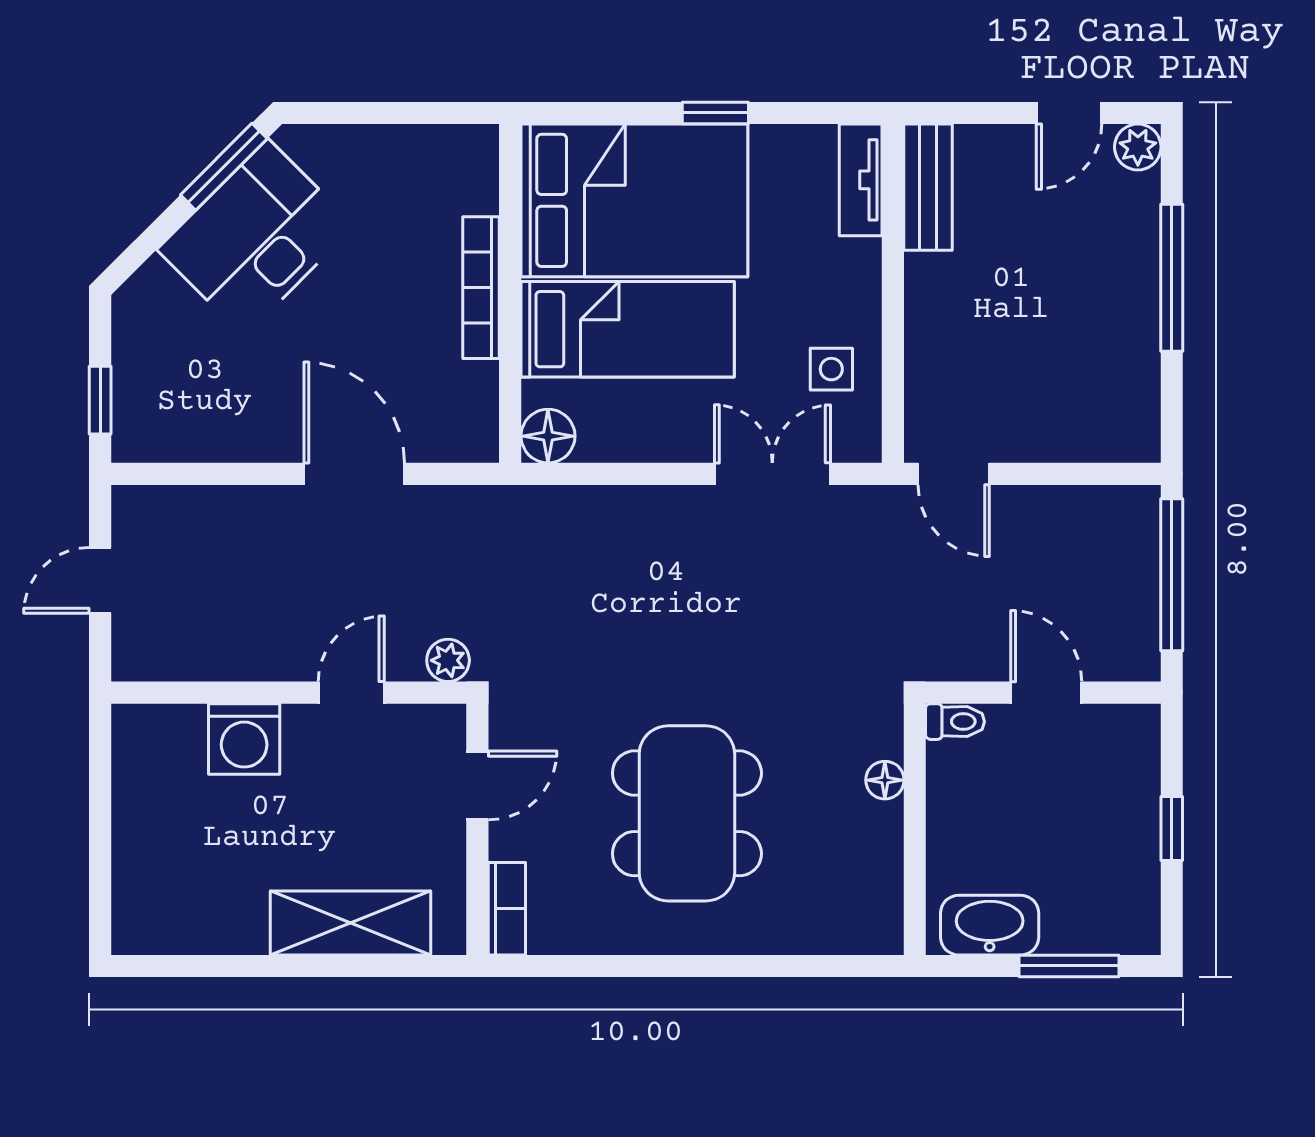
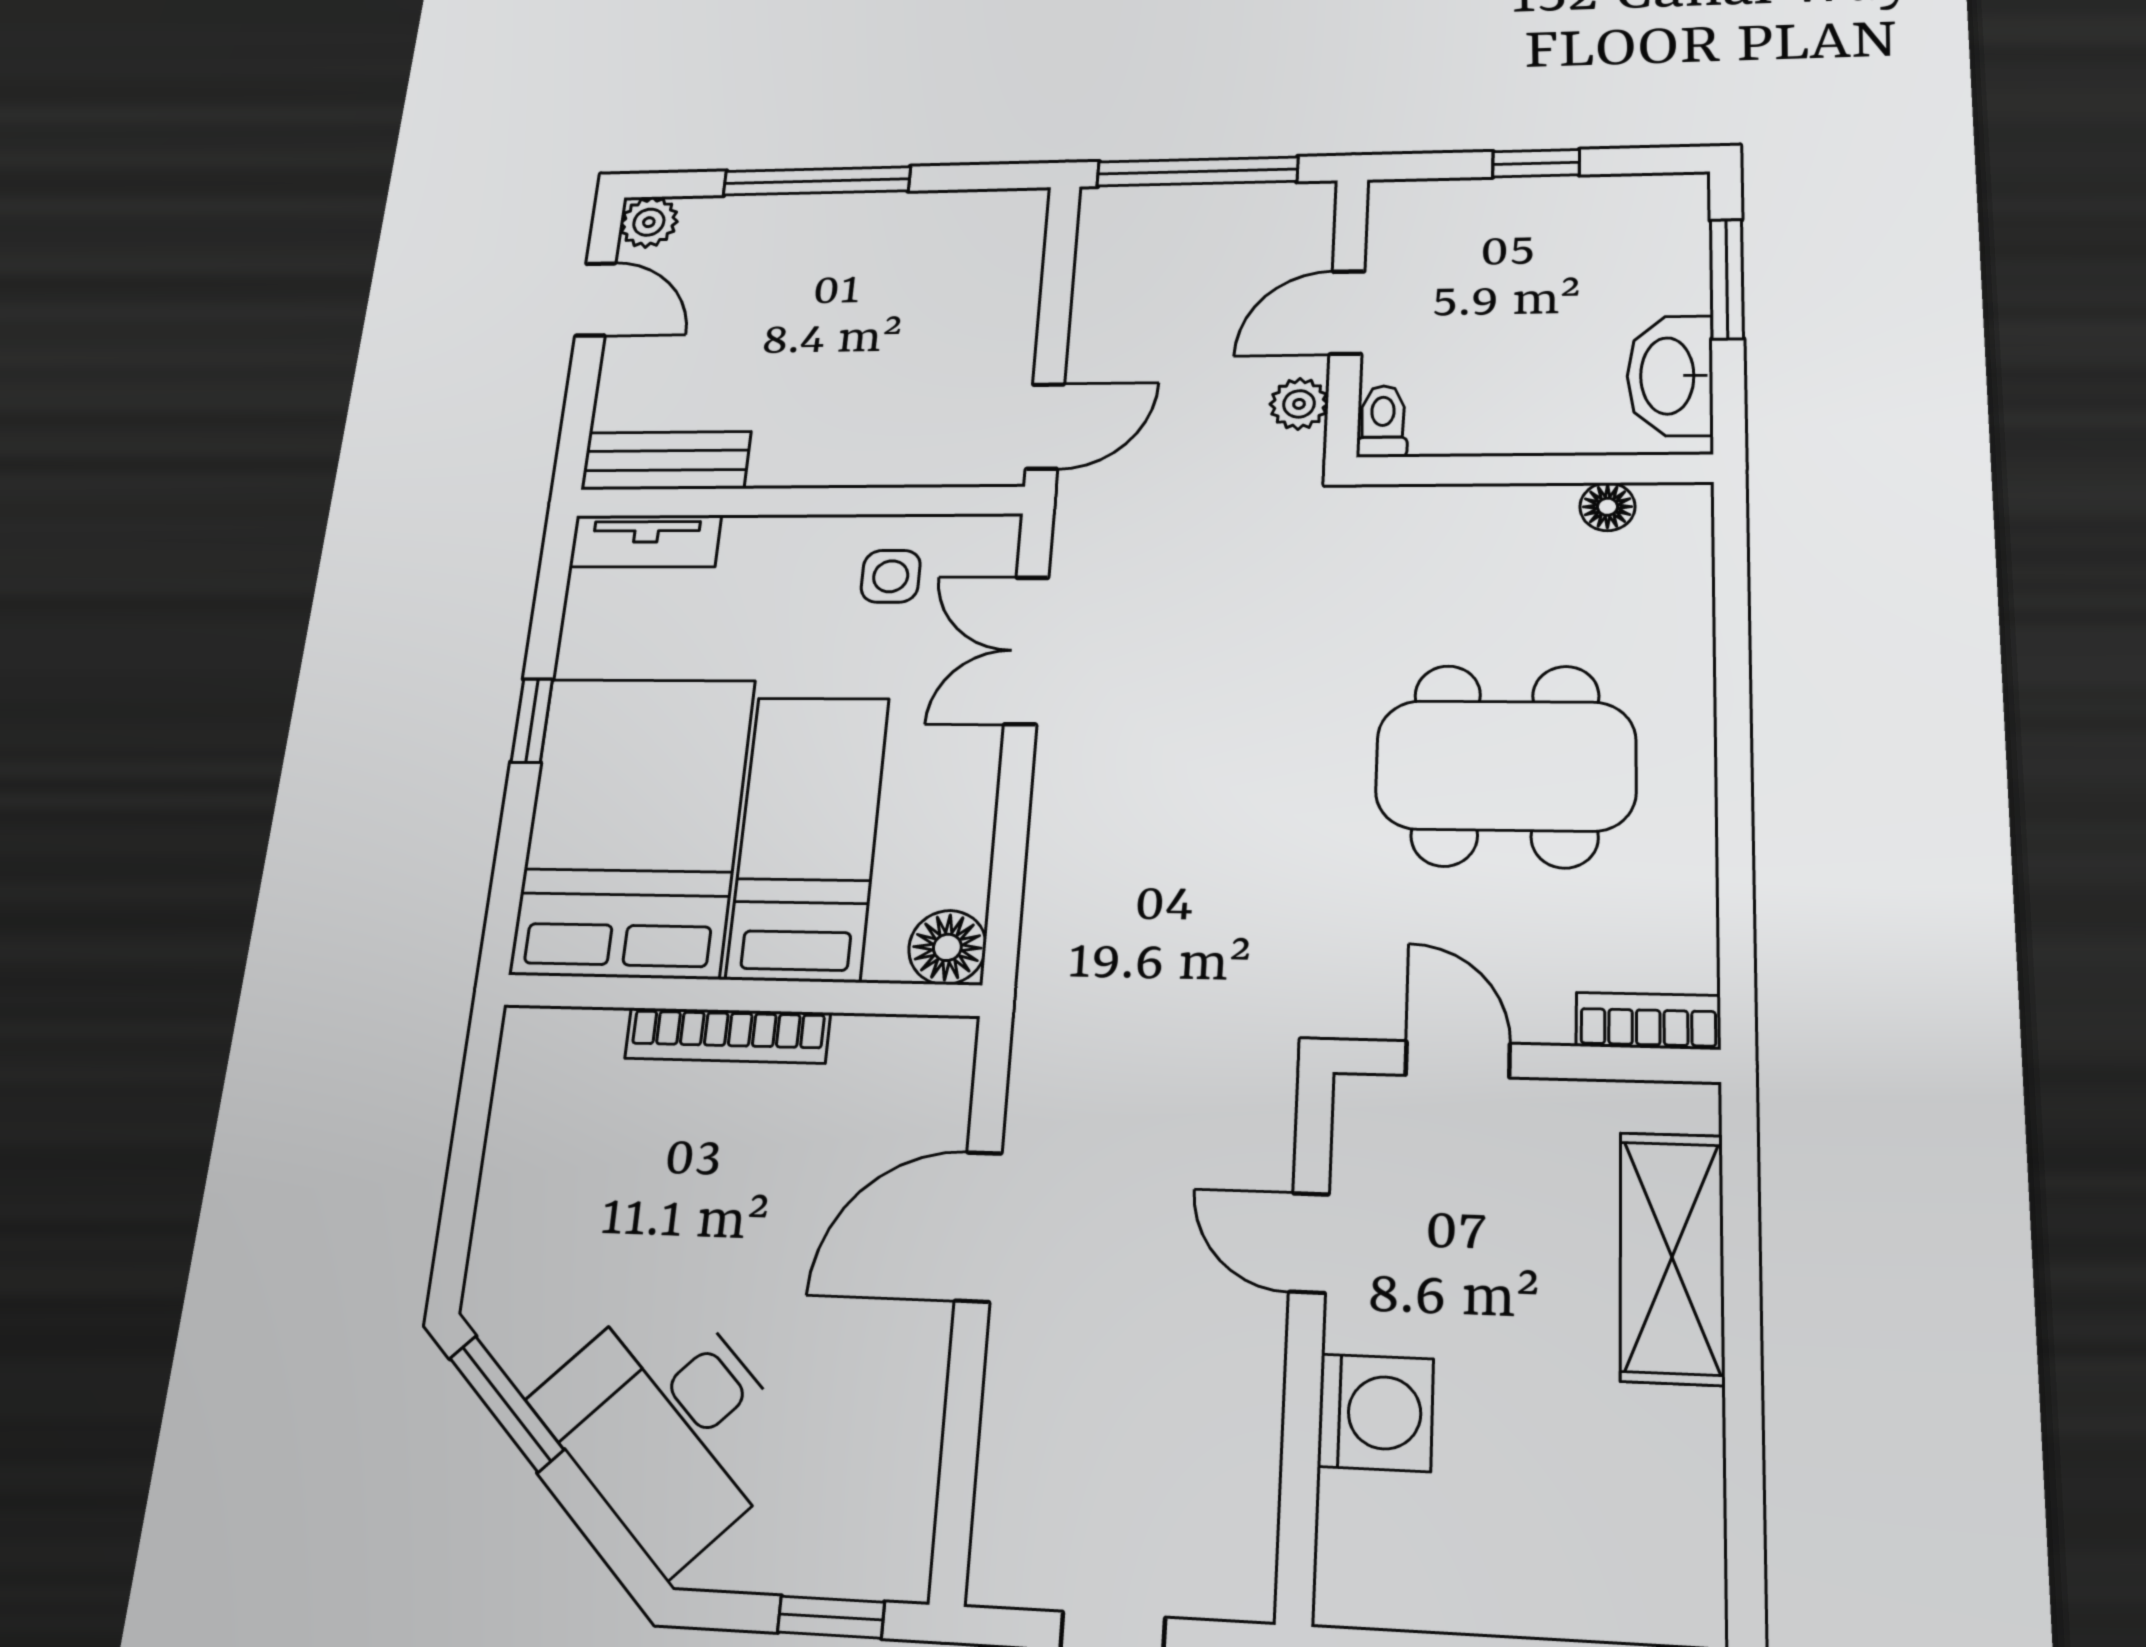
desk: (256, 238) -> (668, 1425), moved
plant: (448, 660) -> (1299, 404), moved
floor lamp: (885, 780) -> (1608, 507), moved

